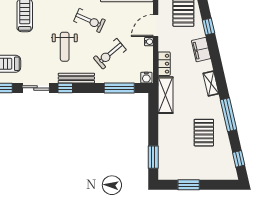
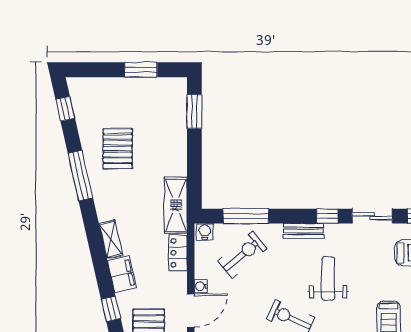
exercise bike: (110, 54) -> (242, 255), moved
bench: (76, 78) -> (303, 231), width x0.73
shelving: (211, 84) -> (111, 239), moved

